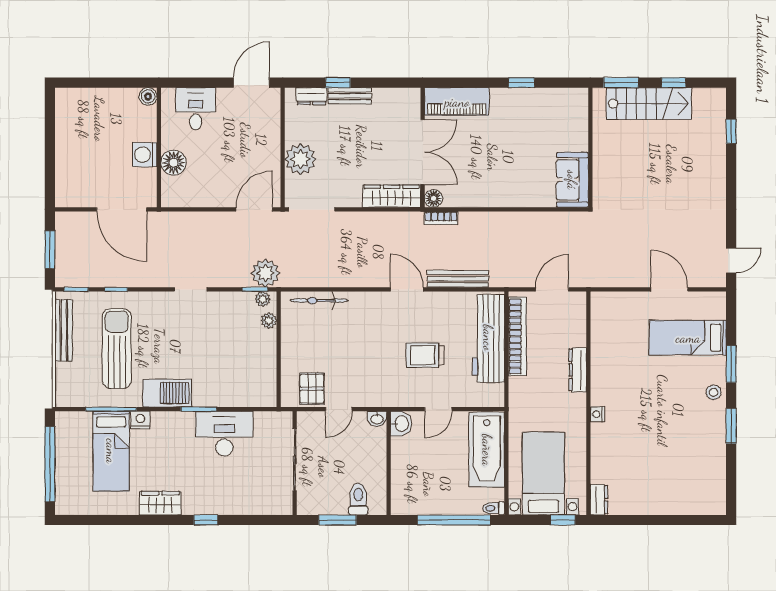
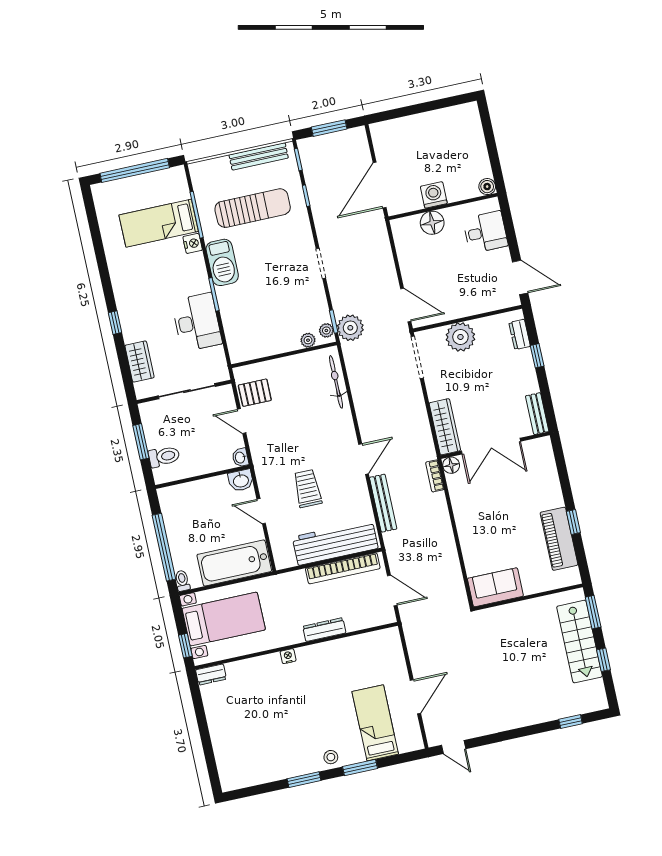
bench: (350, 96) -> (537, 414), moved
piano: (457, 102) -> (559, 539), moved
wardrobe: (160, 503) -> (139, 361), moved

